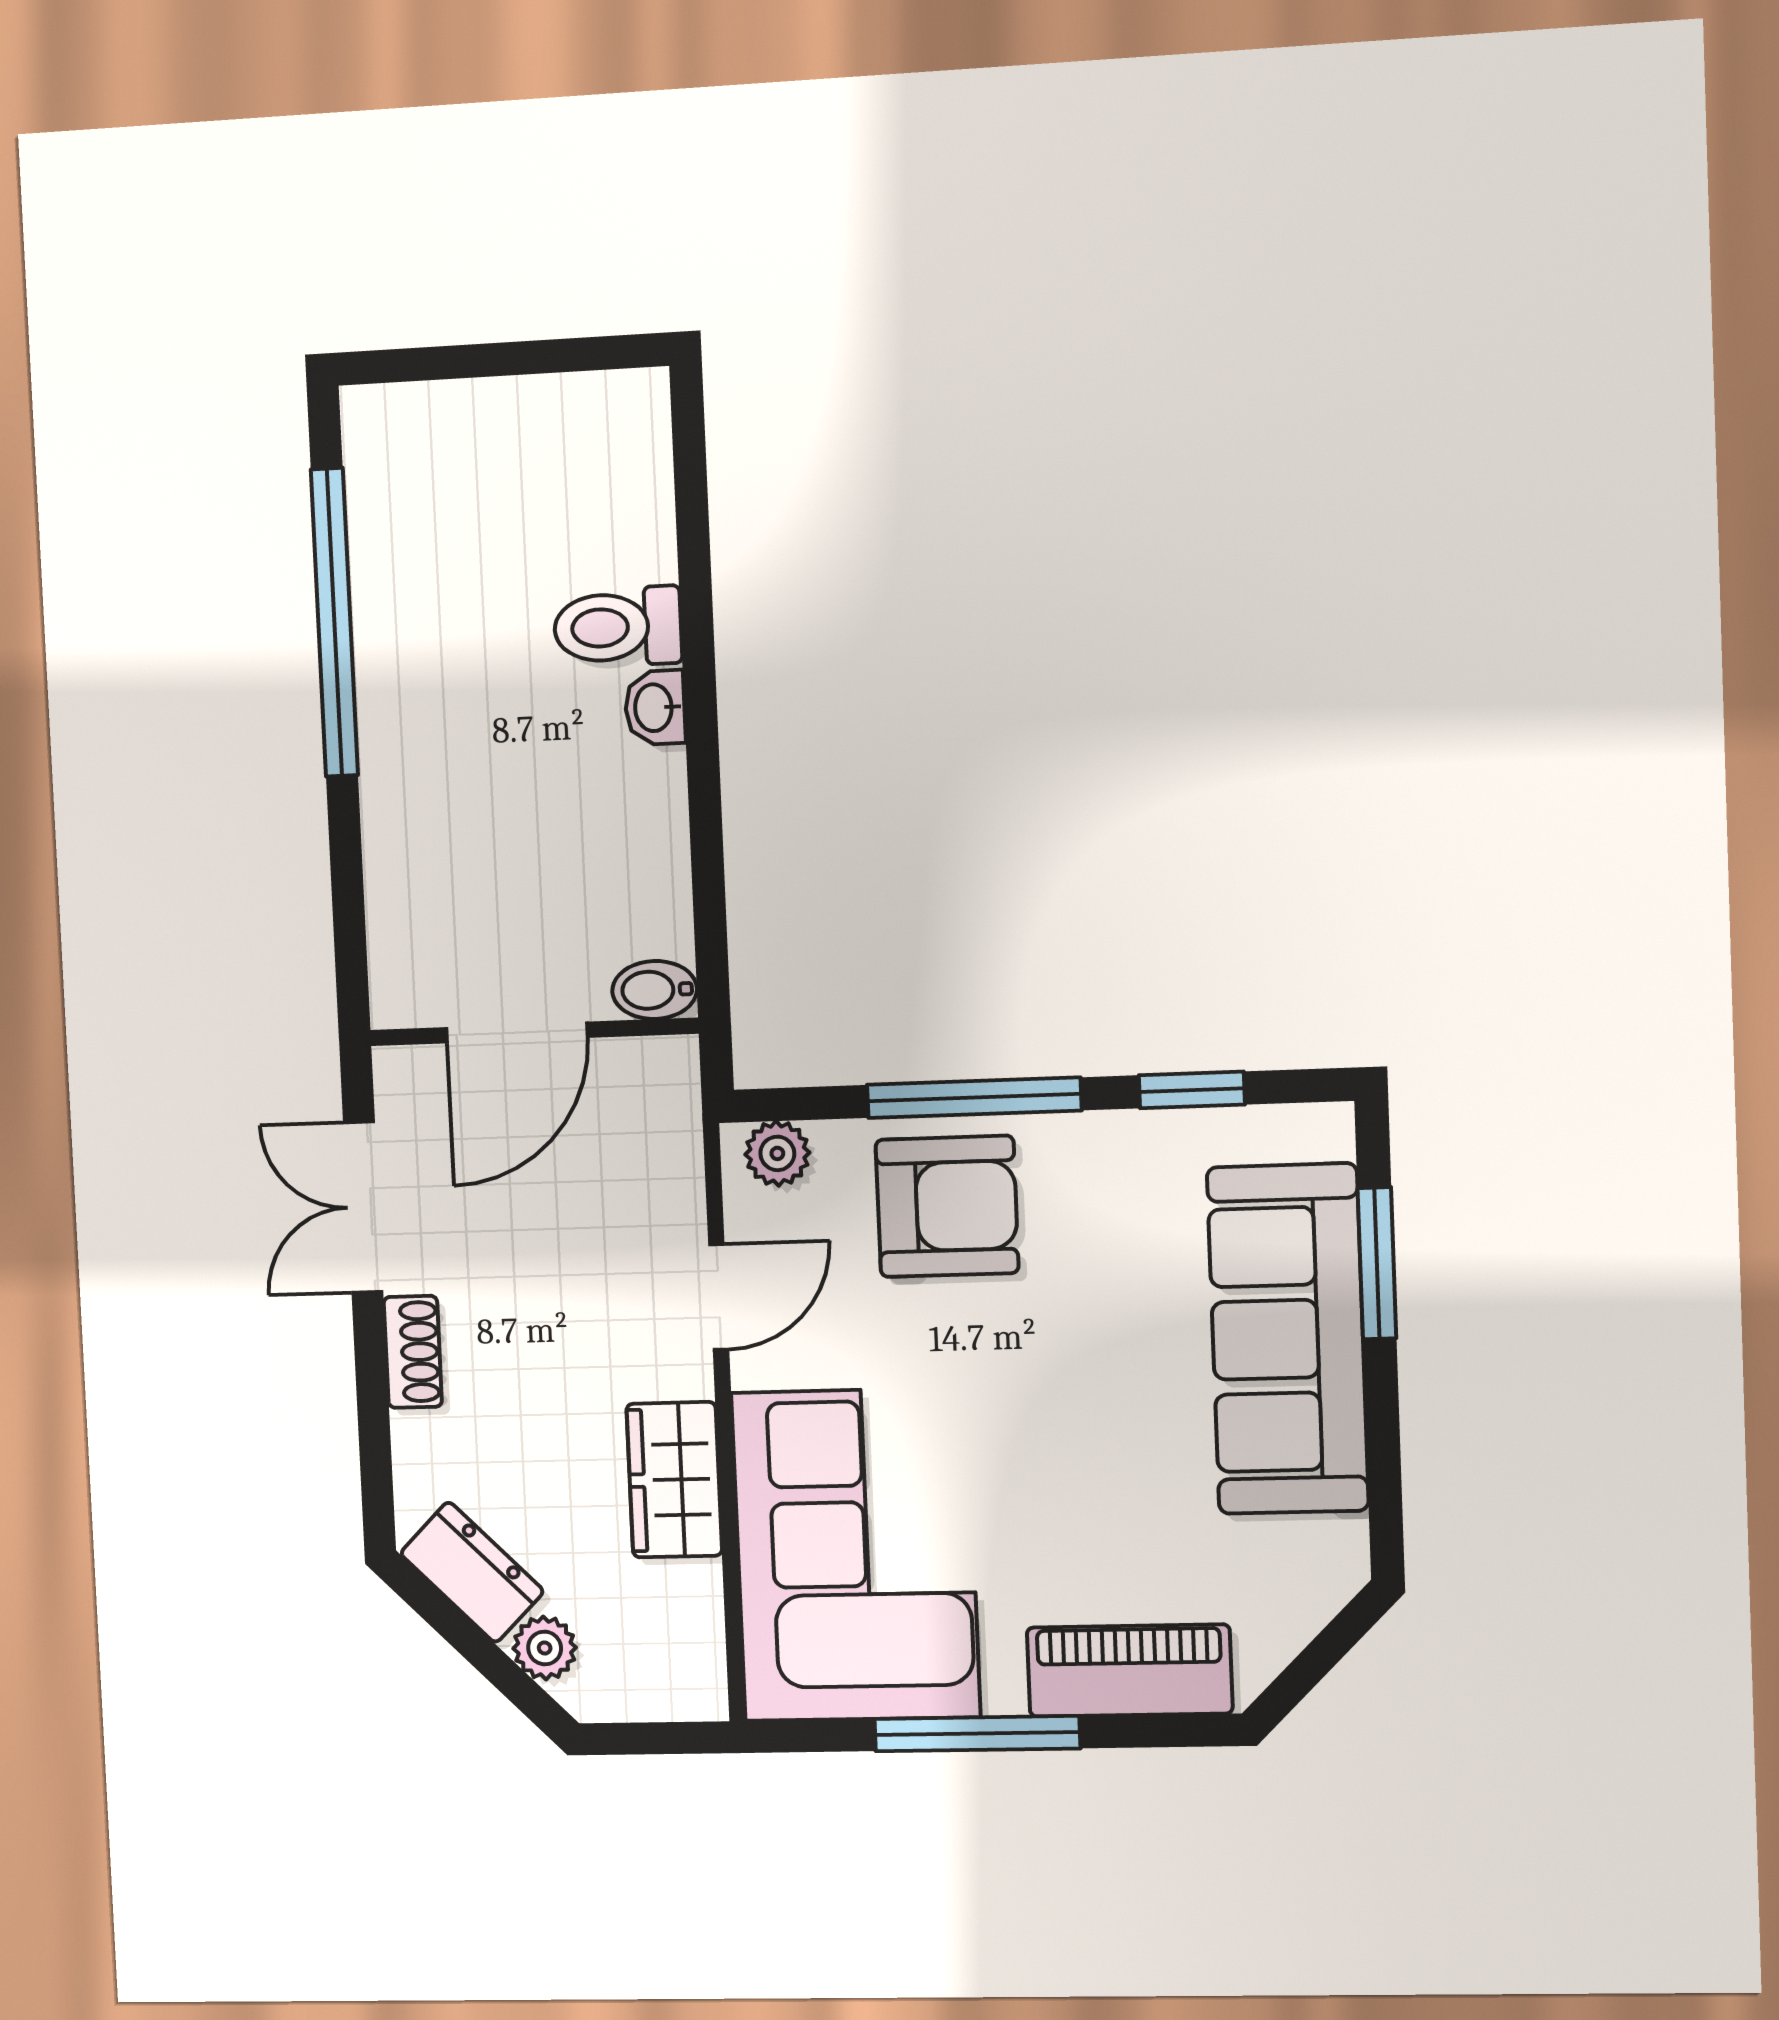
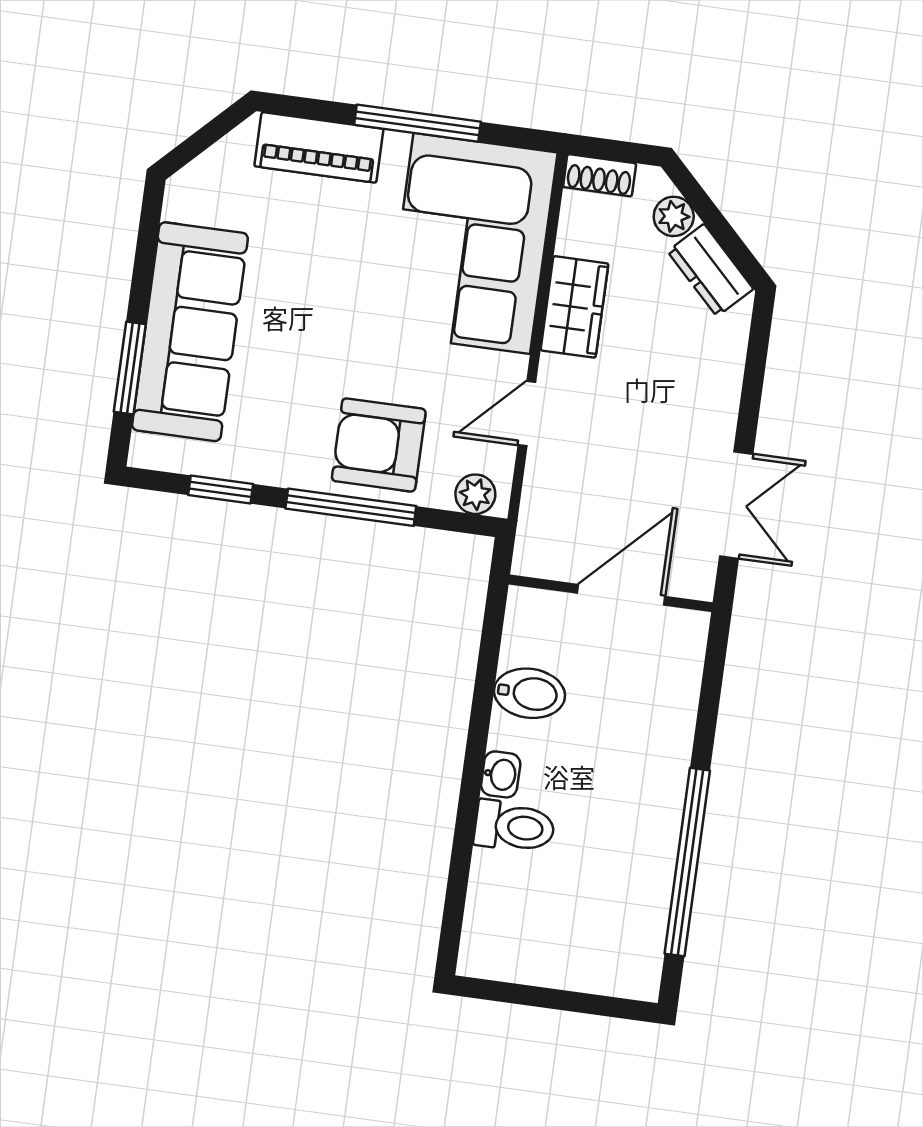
bidet: (655, 990) -> (530, 693), moved, width x1.38, depth x1.36
shoe rack: (413, 1352) -> (600, 175), moved, turned -90

